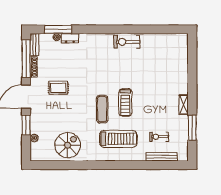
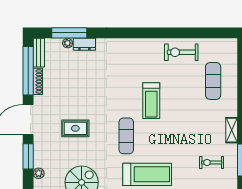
exercise bike: (127, 42) -> (181, 52), moved
exercise mat: (169, 67) -> (213, 81), added
rug: (58, 88) -> (75, 128), moved
treadmill: (125, 102) -> (151, 101), moved
exercise bike: (159, 137) -> (212, 163), moved

